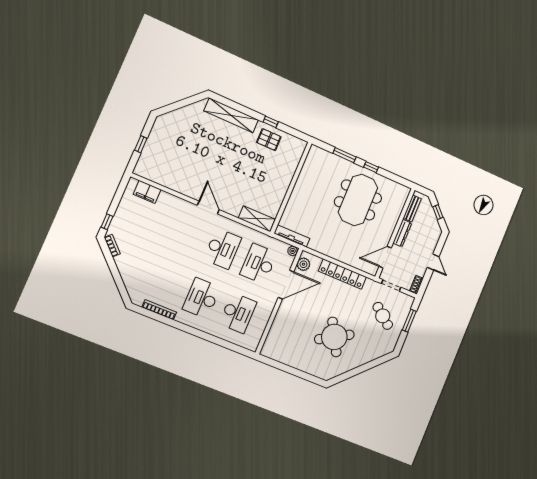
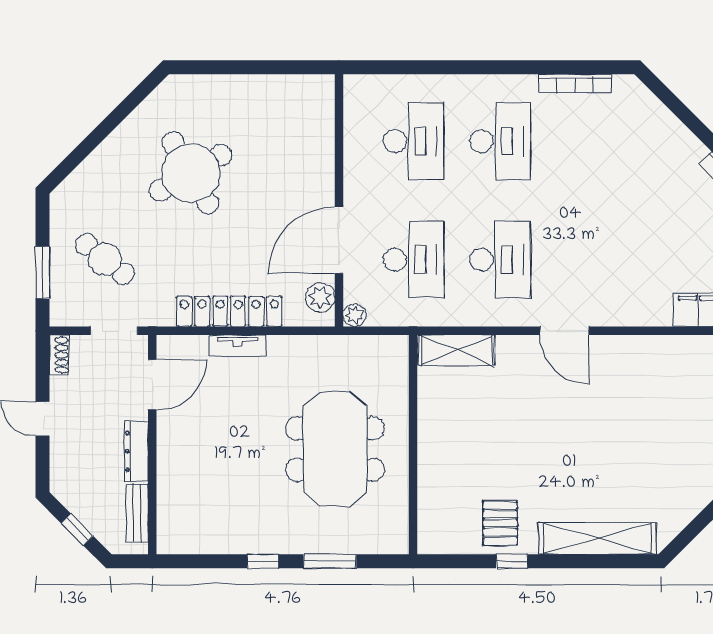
pallet: (269, 140) -> (500, 523), turned 90
meeting table: (358, 200) -> (335, 449), moved
tv unit: (292, 236) -> (237, 346), moved, width x0.71
desk: (223, 249) -> (500, 260), turned 180
desk: (238, 313) -> (414, 141), turned 180

